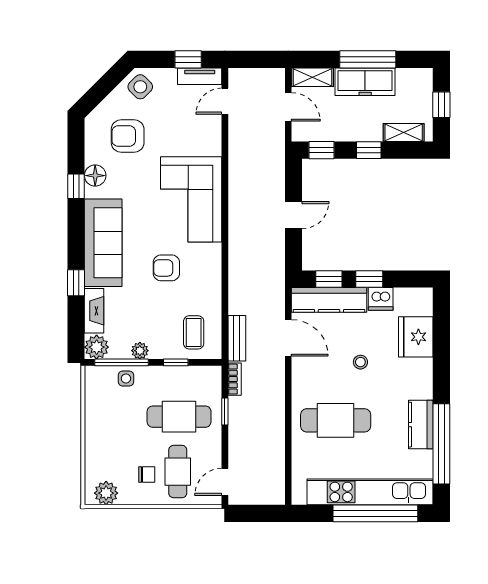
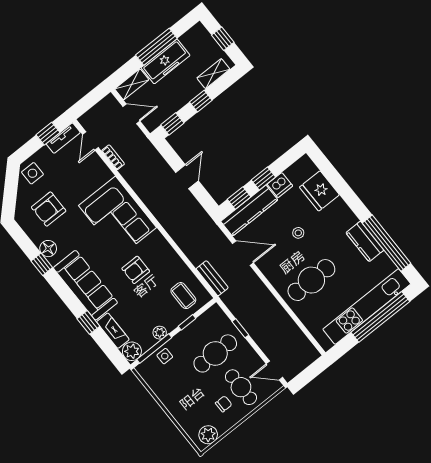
side table: (140, 87) -> (32, 173), turned 45
bookcase: (235, 379) -> (113, 157), moved
door: (225, 482) -> (274, 371), hinge flipped

